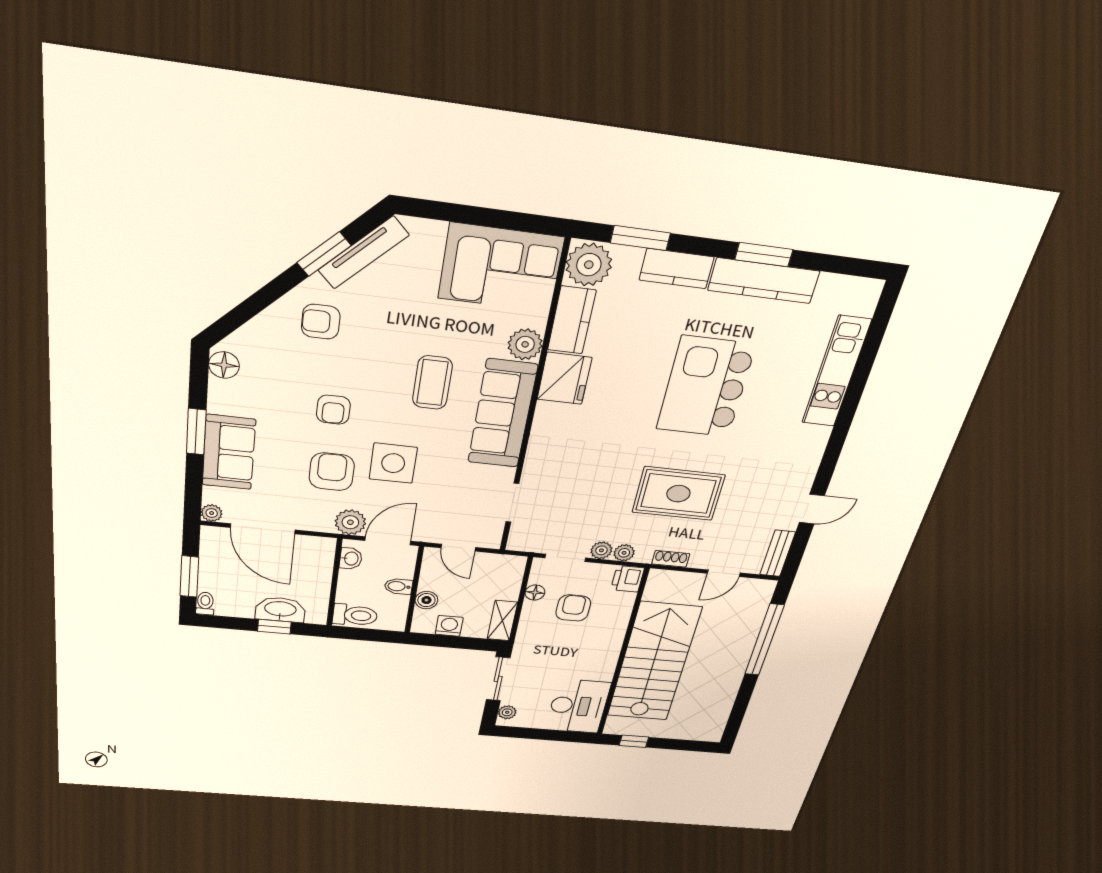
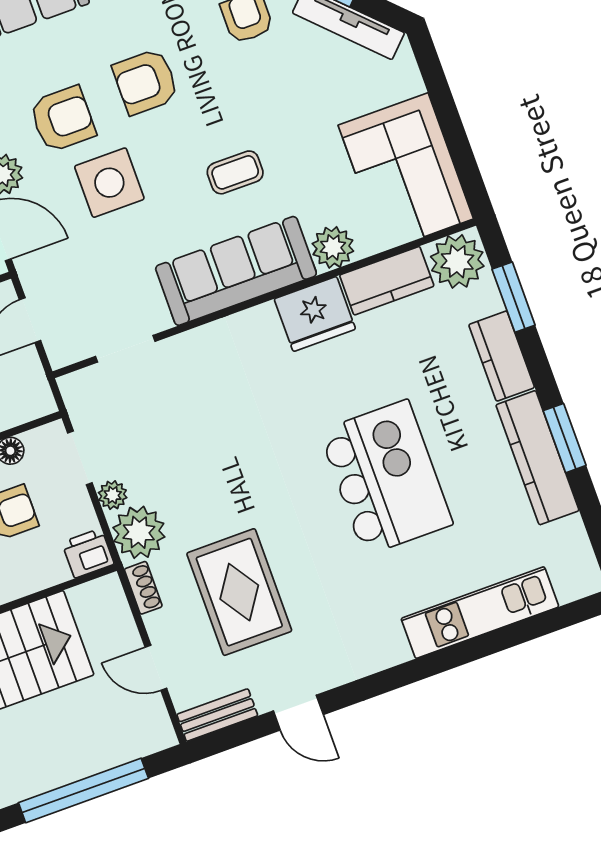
coffee table: (432, 383) -> (235, 172), width x0.73, depth x0.77
kitchen island: (705, 387) -> (386, 478), turned 90
armchair: (333, 410) -> (146, 82), width x1.38, depth x1.38
rug: (678, 494) -> (239, 592), moved
plant: (624, 553) -> (139, 532), width x1.88, depth x1.88

